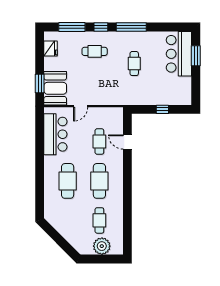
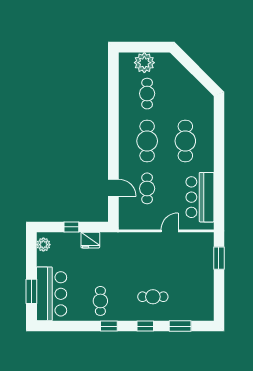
window: (72, 27) -> (180, 326), width x0.69
window: (131, 27) -> (109, 326), width x0.46
fridge: (51, 48) -> (90, 240), moved, turned -90
cafe table: (134, 64) -> (100, 301), moved
booth: (55, 88) -> (200, 252), removed
plant: (186, 95) -> (43, 245), added

